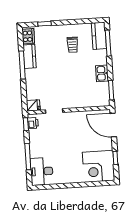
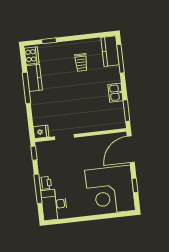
printer: (33, 123) -> (45, 183), moved
door: (113, 125) -> (131, 149), hinge flipped
corner desk: (99, 166) -> (110, 190), width x1.36, depth x1.36

